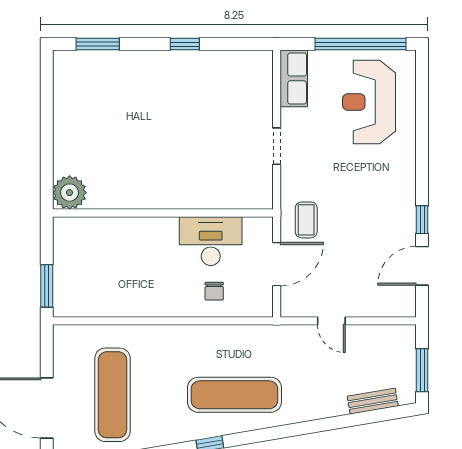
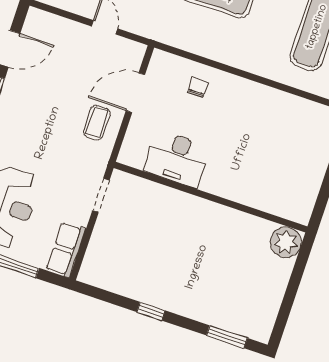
plant: (70, 193) -> (286, 242), moved
wall: (163, 213) -> (211, 197), moved
desk: (211, 241) -> (177, 159), moved

